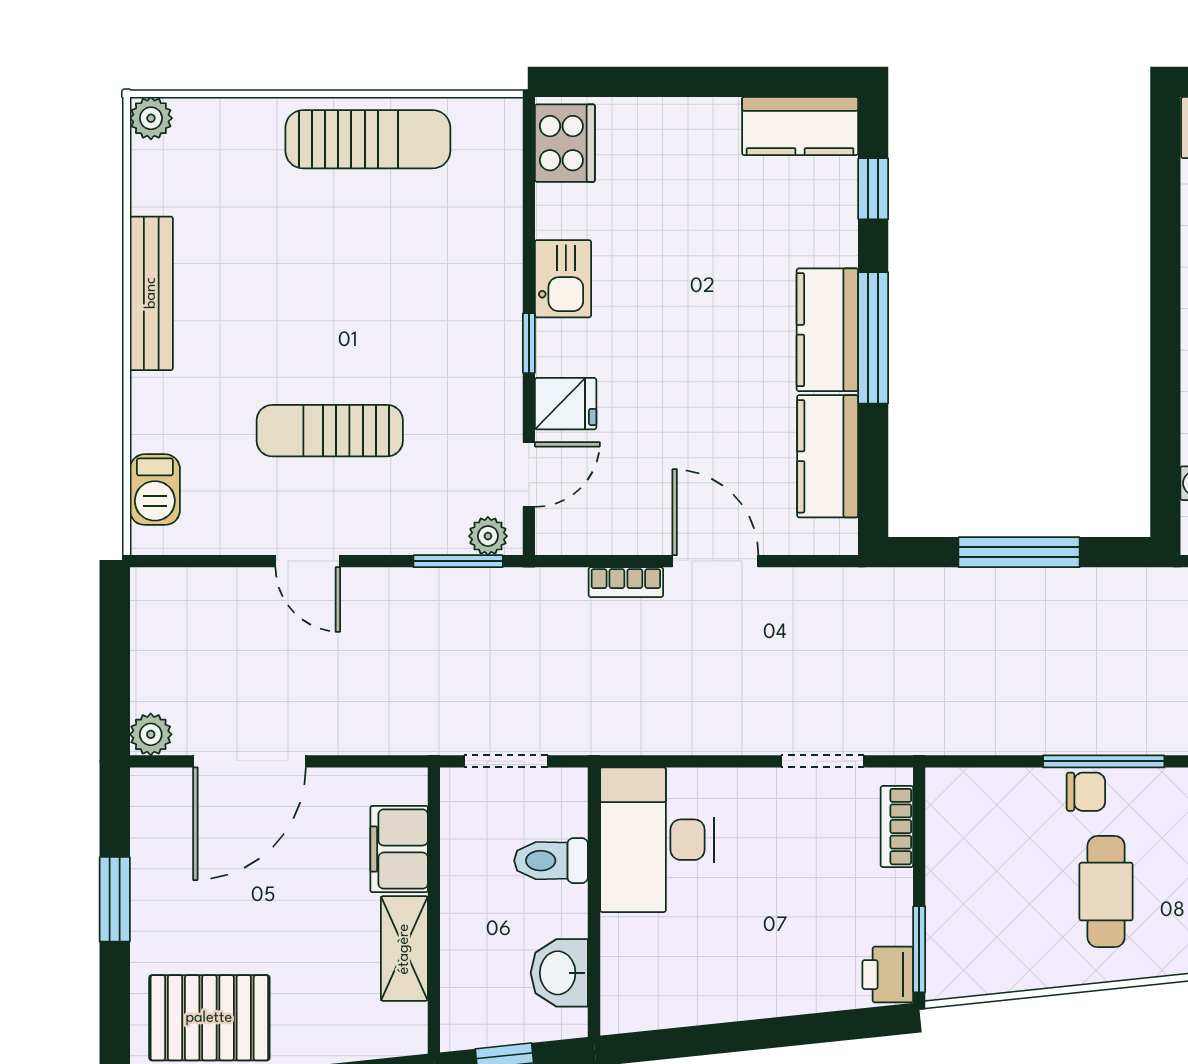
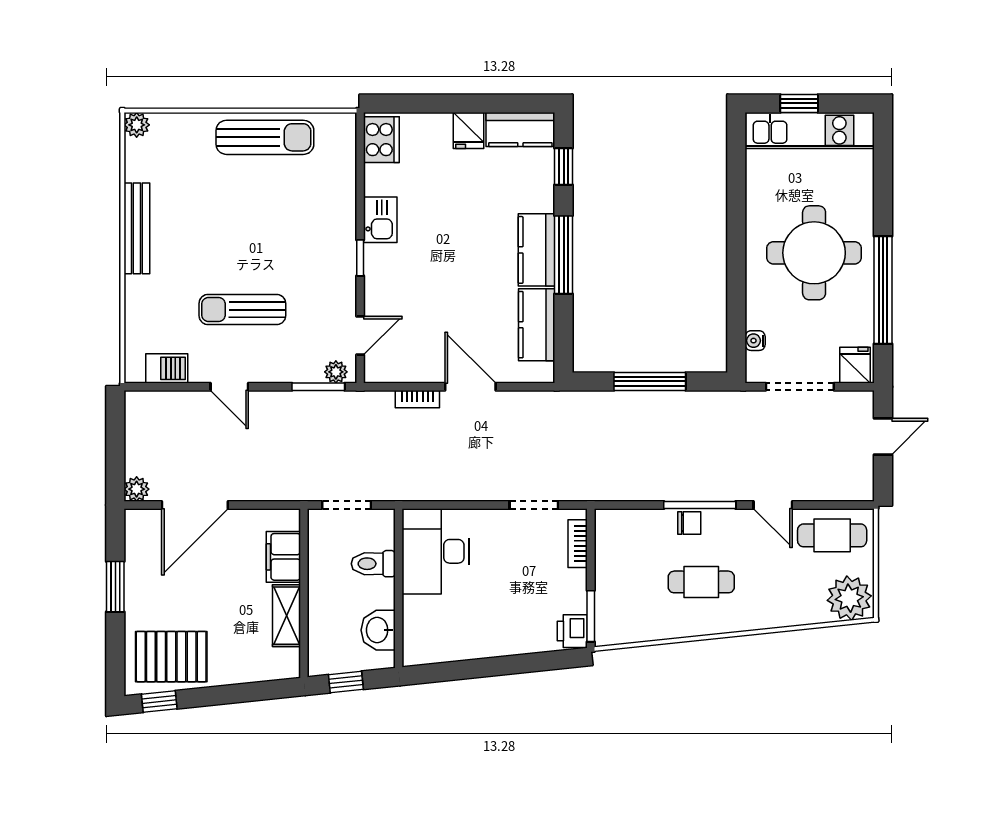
fridge: (566, 404) -> (469, 130), moved, turned 90
barbecue: (155, 490) -> (167, 368), moved, turned -90
cafe table: (1106, 892) -> (701, 582), turned 90

